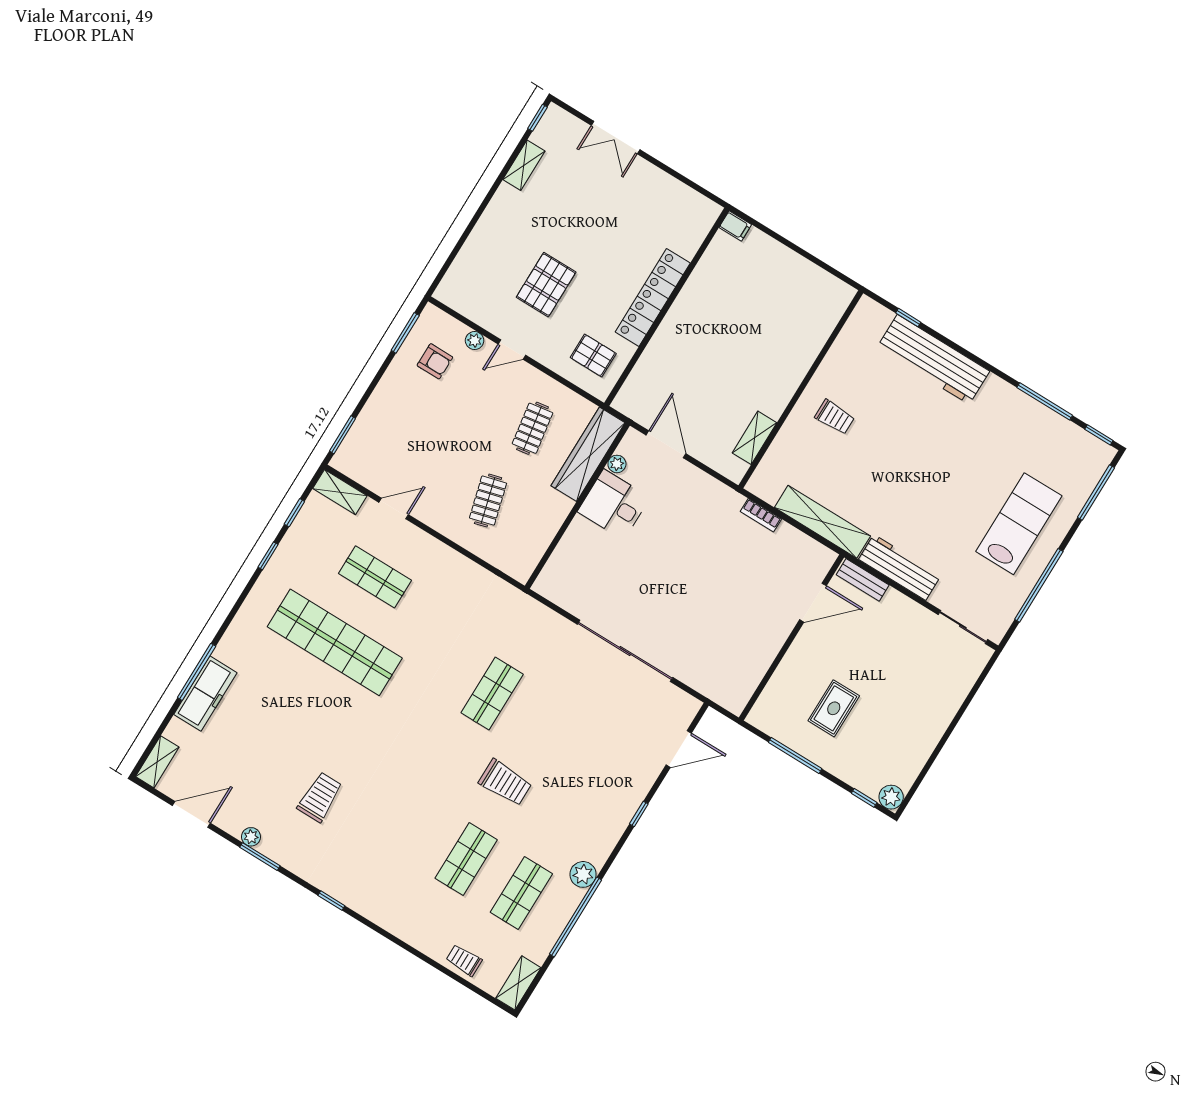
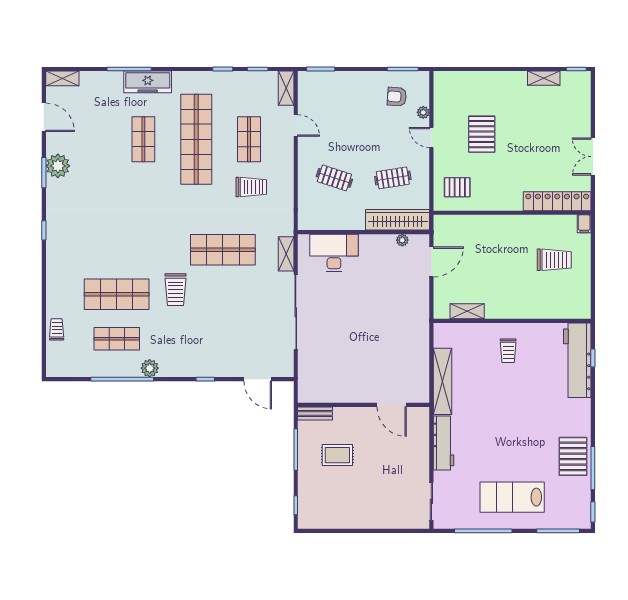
double door: (616, 137) -> (593, 157), moved
pallet: (546, 285) -> (482, 134), turned 90
trolley: (757, 291) -> (554, 260), added
locker: (653, 298) -> (557, 201), moved
pallet: (593, 356) -> (457, 187), turned 90
workbench: (933, 359) -> (577, 360), moved
armchair: (435, 361) -> (397, 97), turned 94
pallet: (1015, 417) -> (573, 456), added
clothes rail: (488, 501) -> (334, 178), turned 33
desk: (614, 505) -> (334, 253), moved, width x1.37
bookcase: (761, 515) -> (424, 343), removed
lab bench: (1019, 524) -> (512, 497), turned 180
bench: (863, 580) -> (315, 413), moved, turned 90
freezer: (205, 694) -> (148, 82), moved
shop shelf: (492, 694) -> (223, 250), width x1.43, depth x1.36
shop shelf: (294, 708) -> (143, 139), added
trolley: (320, 797) -> (251, 187), moved
plant: (891, 797) -> (306, 521), removed
plant: (251, 837) -> (58, 166), width x1.88, depth x1.88
shop shelf: (466, 859) -> (117, 294), width x1.43, depth x1.36
shelving: (518, 983) -> (286, 254), moved, turned 90

